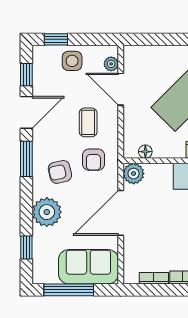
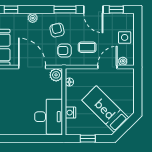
window: (56, 39) -> (138, 28), removed
plant: (47, 212) -> (33, 18), width x0.53, depth x0.53

